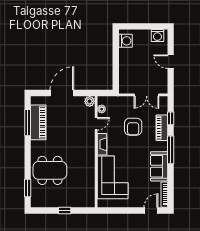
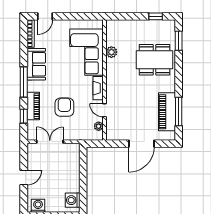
door: (171, 62) -> (24, 178), hinge flipped
plant: (90, 101) -> (111, 52), moved
door: (96, 124) -> (104, 110), hinge flipped
window: (65, 210) -> (156, 16), moved

